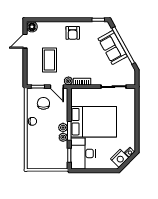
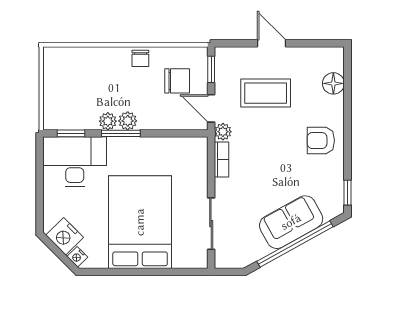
floor lamp: (32, 27) -> (333, 83), moved
door: (25, 41) -> (271, 43), moved
door: (57, 87) -> (211, 108), hinge flipped
bed: (94, 122) -> (140, 222), moved, turned 180

